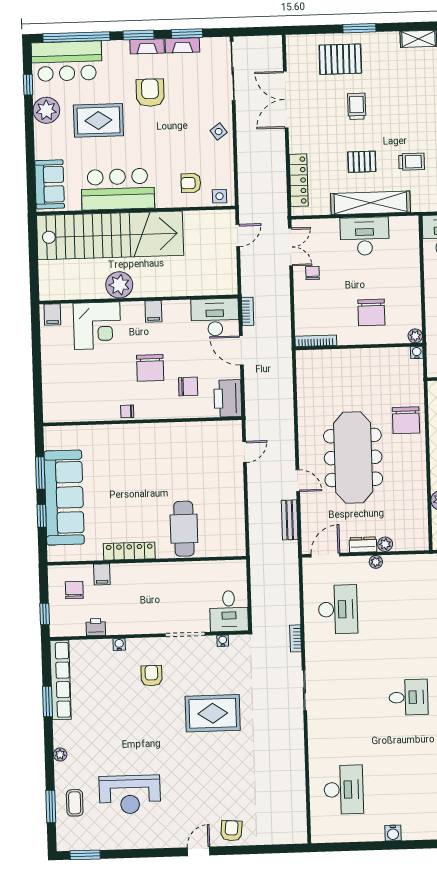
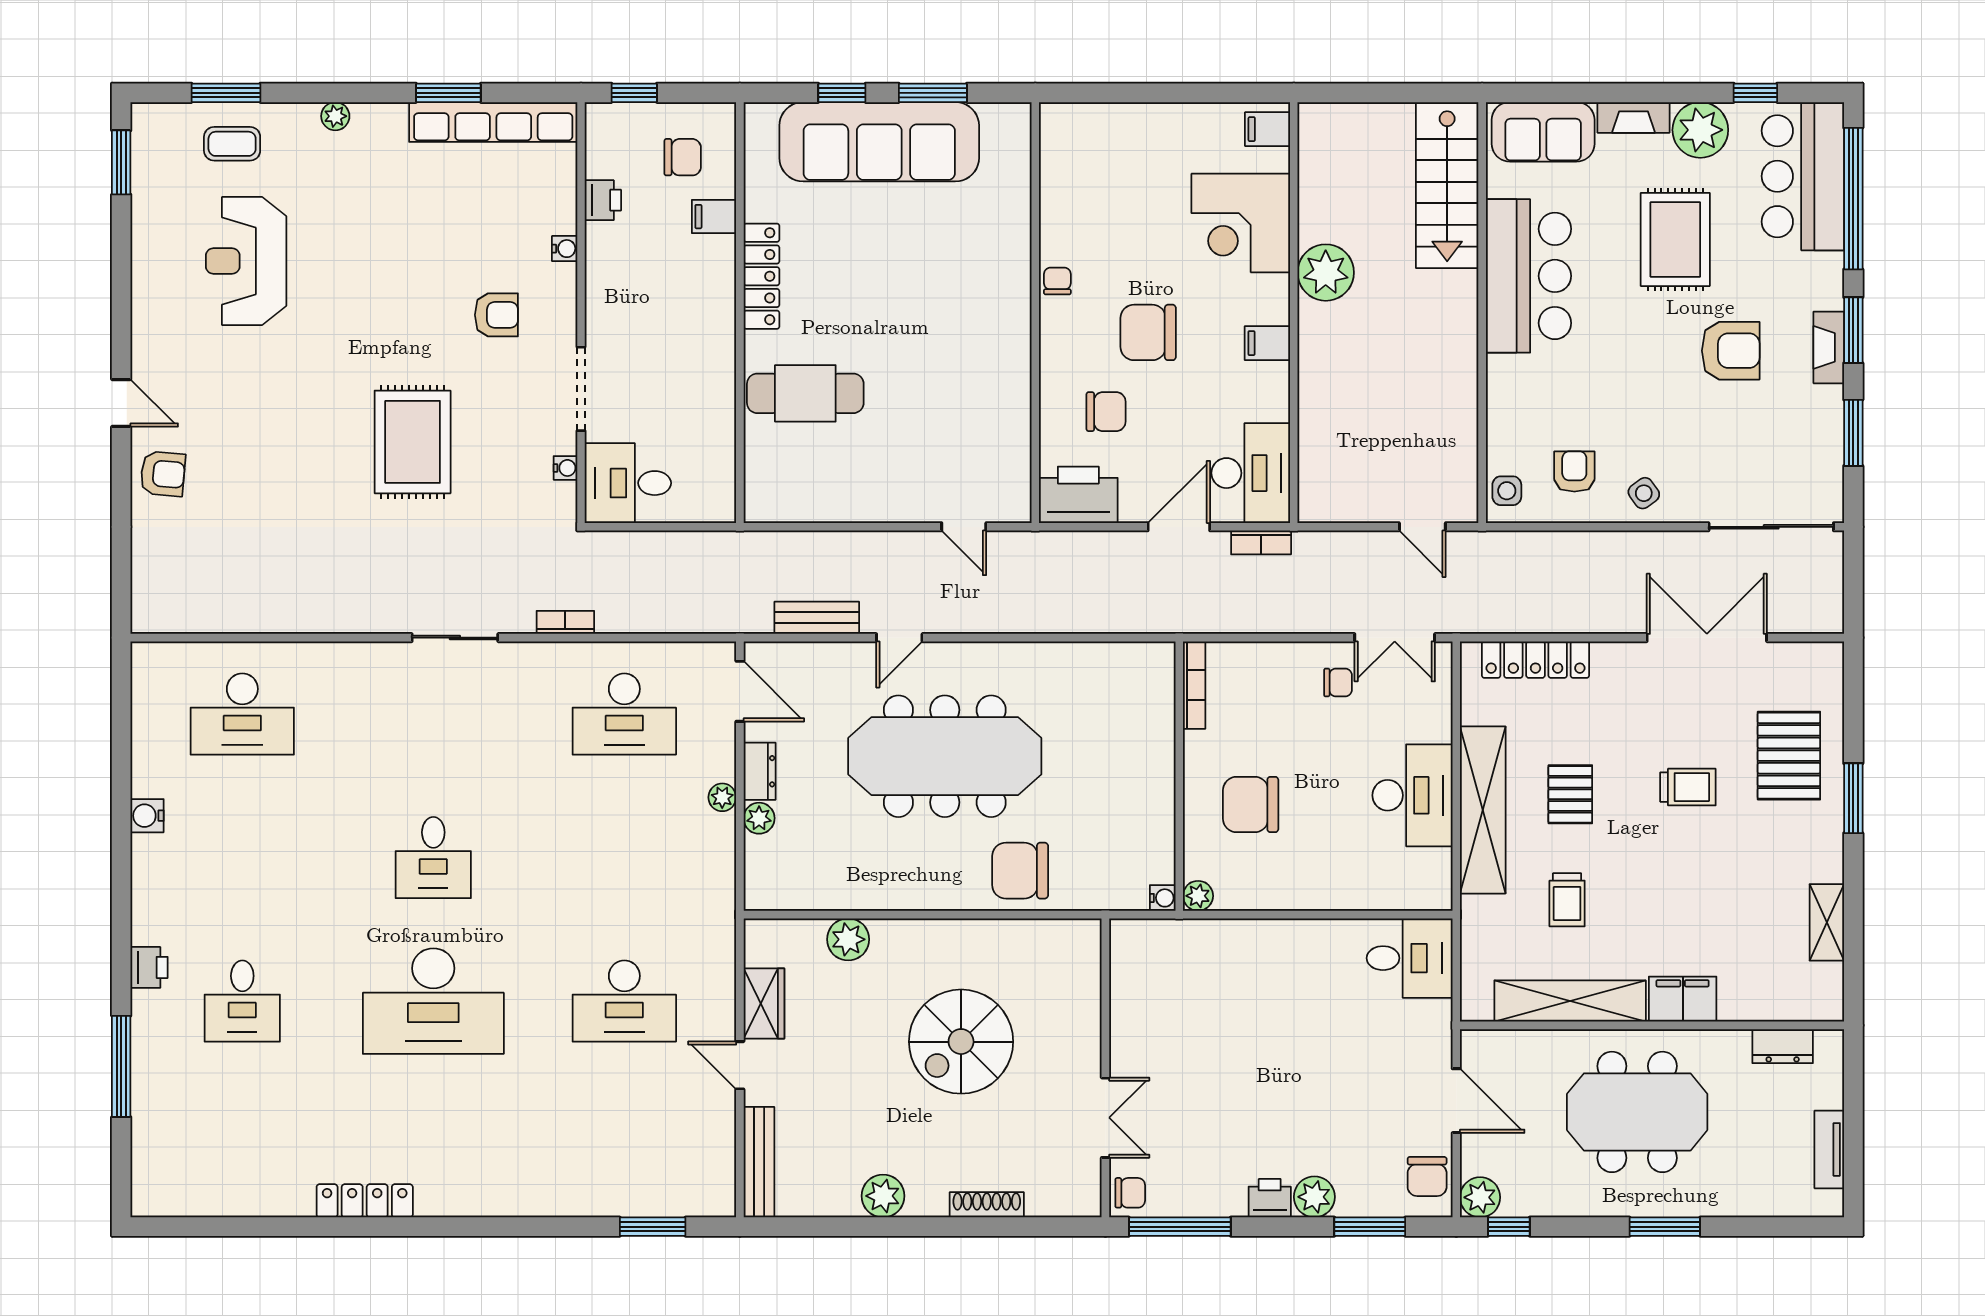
fireplace: (182, 45) -> (1633, 117), moved, turned -90
armchair: (191, 183) -> (1574, 472), moved
stairs: (110, 235) -> (1447, 185), width x0.54, depth x0.66
chair: (188, 387) -> (1106, 412), turned -90

